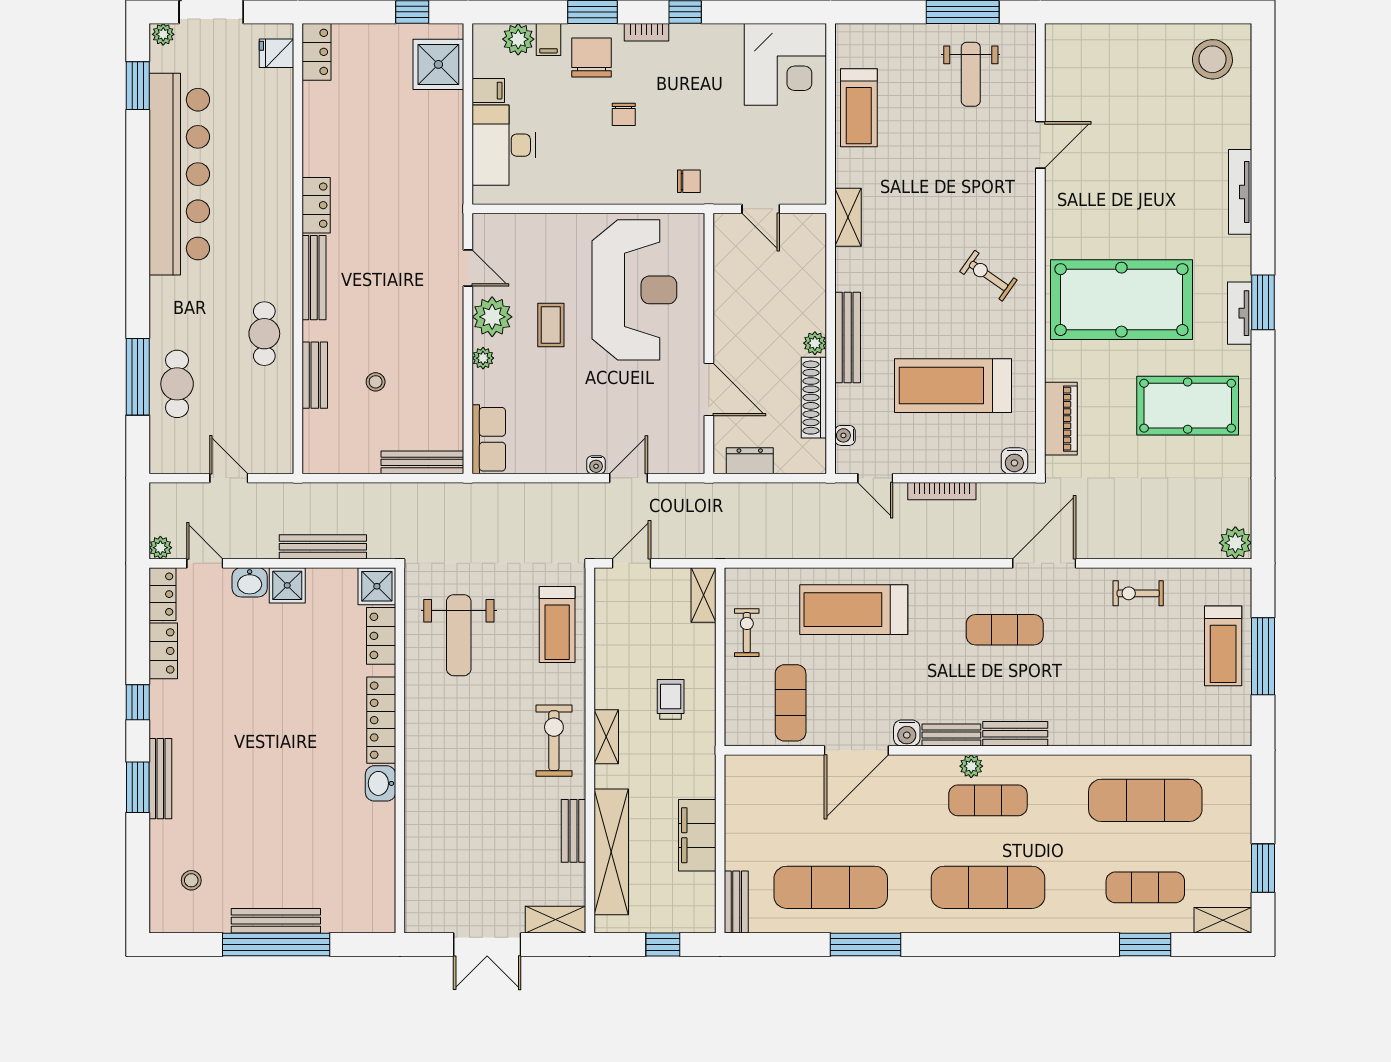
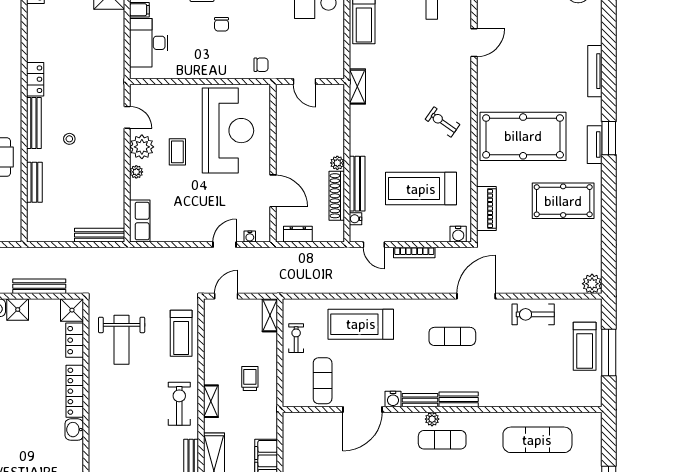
bench: (848, 338) -> (357, 184), moved
stool: (376, 382) -> (69, 139), moved
water cooler: (596, 465) -> (250, 237), moved
exercise bike: (1138, 593) -> (533, 314), width x1.38, depth x1.39

